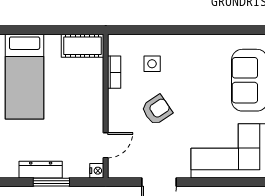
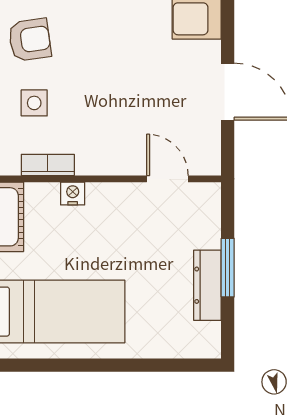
armchair: (157, 110) -> (30, 40), moved, turned 116
nightstand: (97, 171) -> (73, 194), moved

